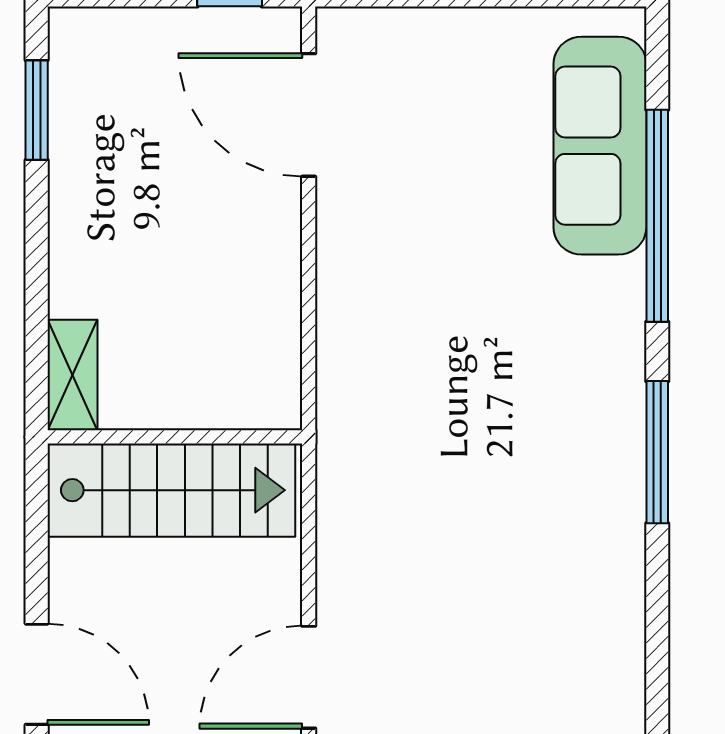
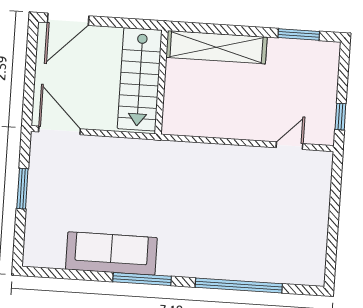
door: (309, 115) -> (289, 146), width x0.53
sofa: (600, 146) -> (111, 253), moved
shelving: (72, 375) -> (216, 47), width x2.20, depth x1.33

